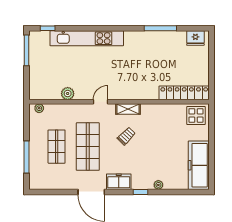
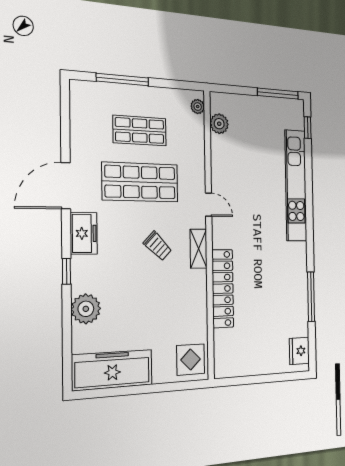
locker: (184, 93) -> (223, 289), moved
plant: (68, 94) -> (219, 124), moved
plant: (158, 185) -> (86, 309), width x1.87, depth x1.87

